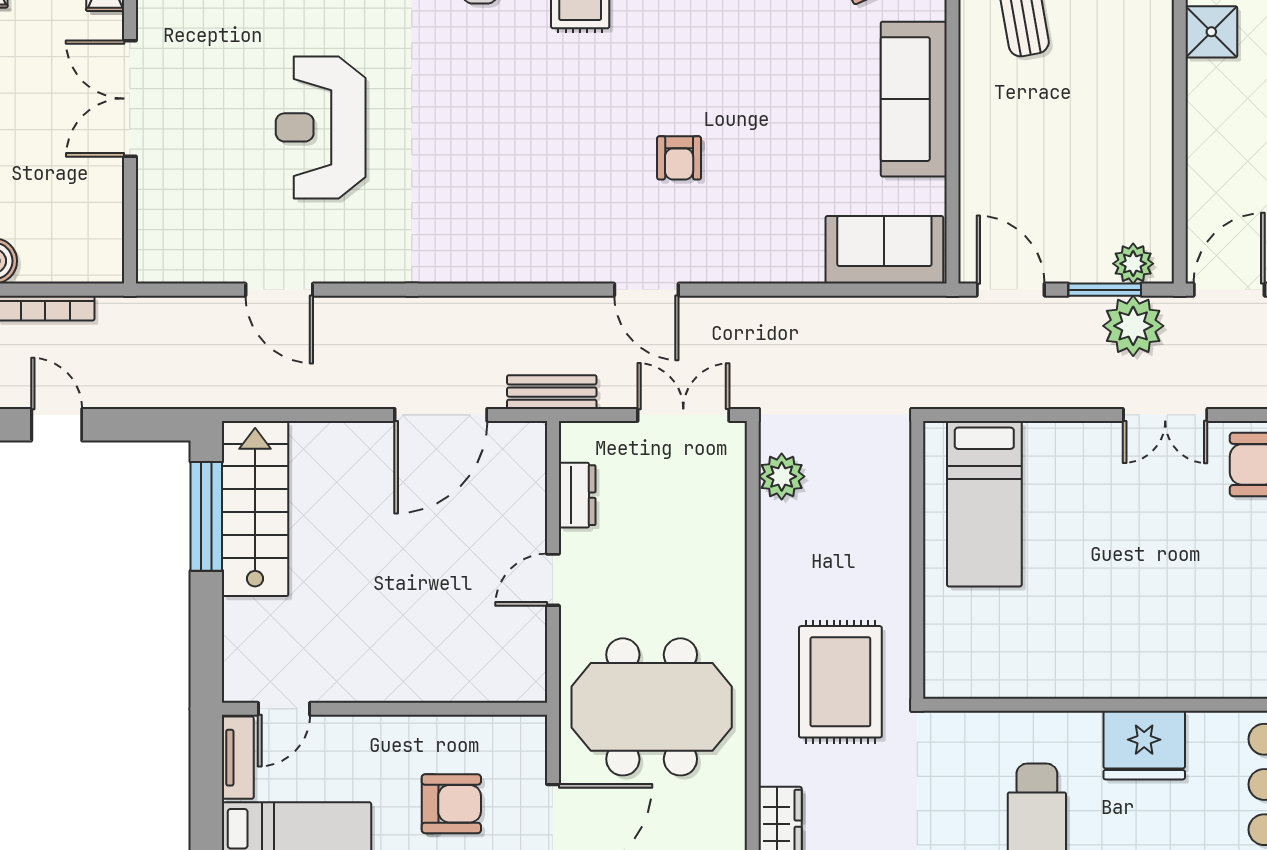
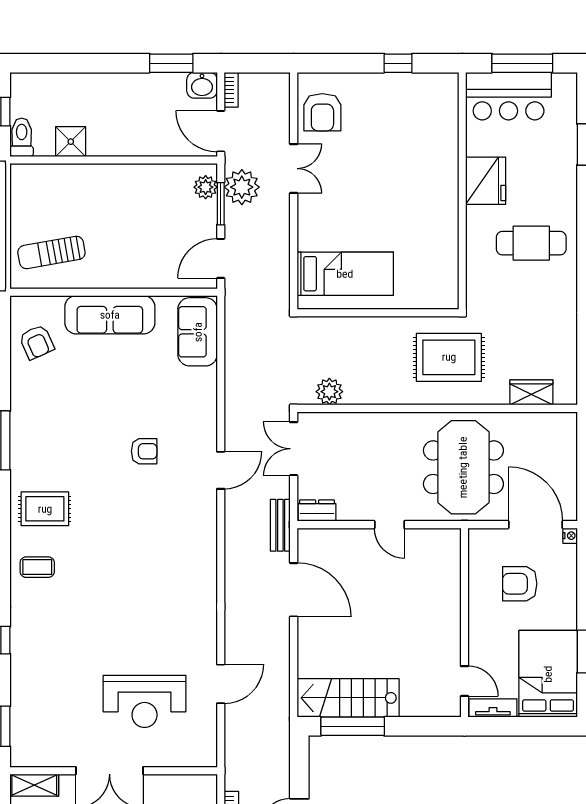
reception desk: (321, 127) -> (145, 701), moved
dresser: (577, 495) -> (317, 511), moved
armchair: (451, 804) -> (520, 584), turned -90

